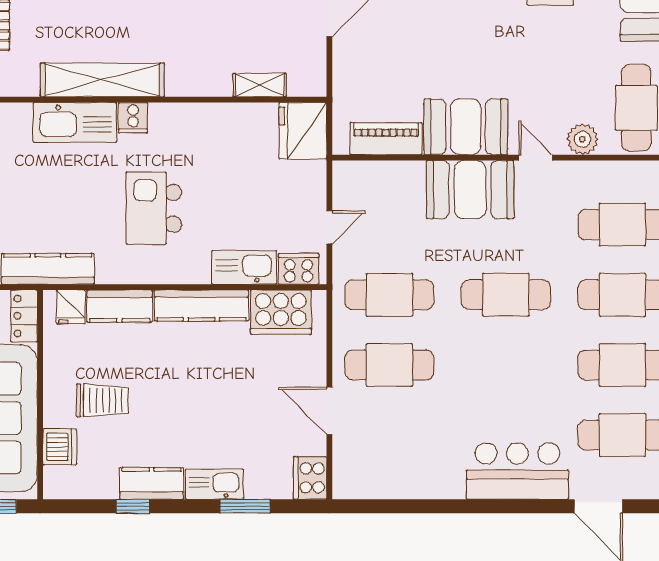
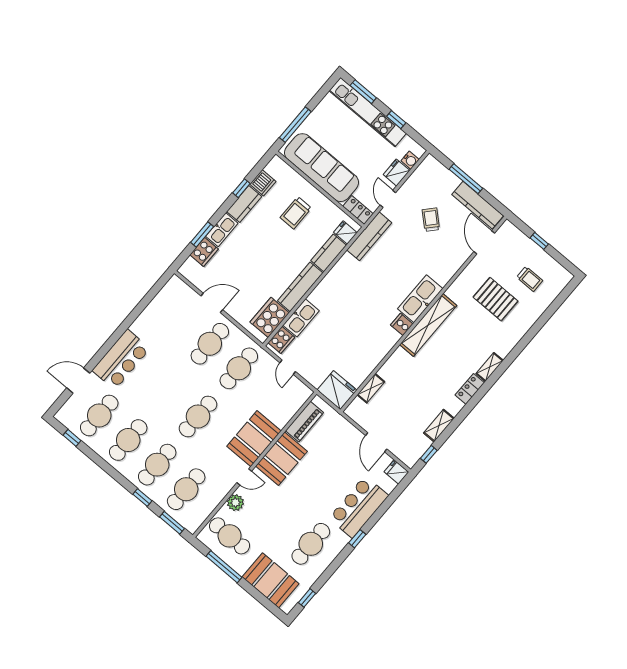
kitchen island: (154, 208) -> (357, 301), removed
dishwasher: (60, 447) -> (263, 183), moved, turned -90
cooker: (310, 478) -> (204, 252), moved, turned 90

